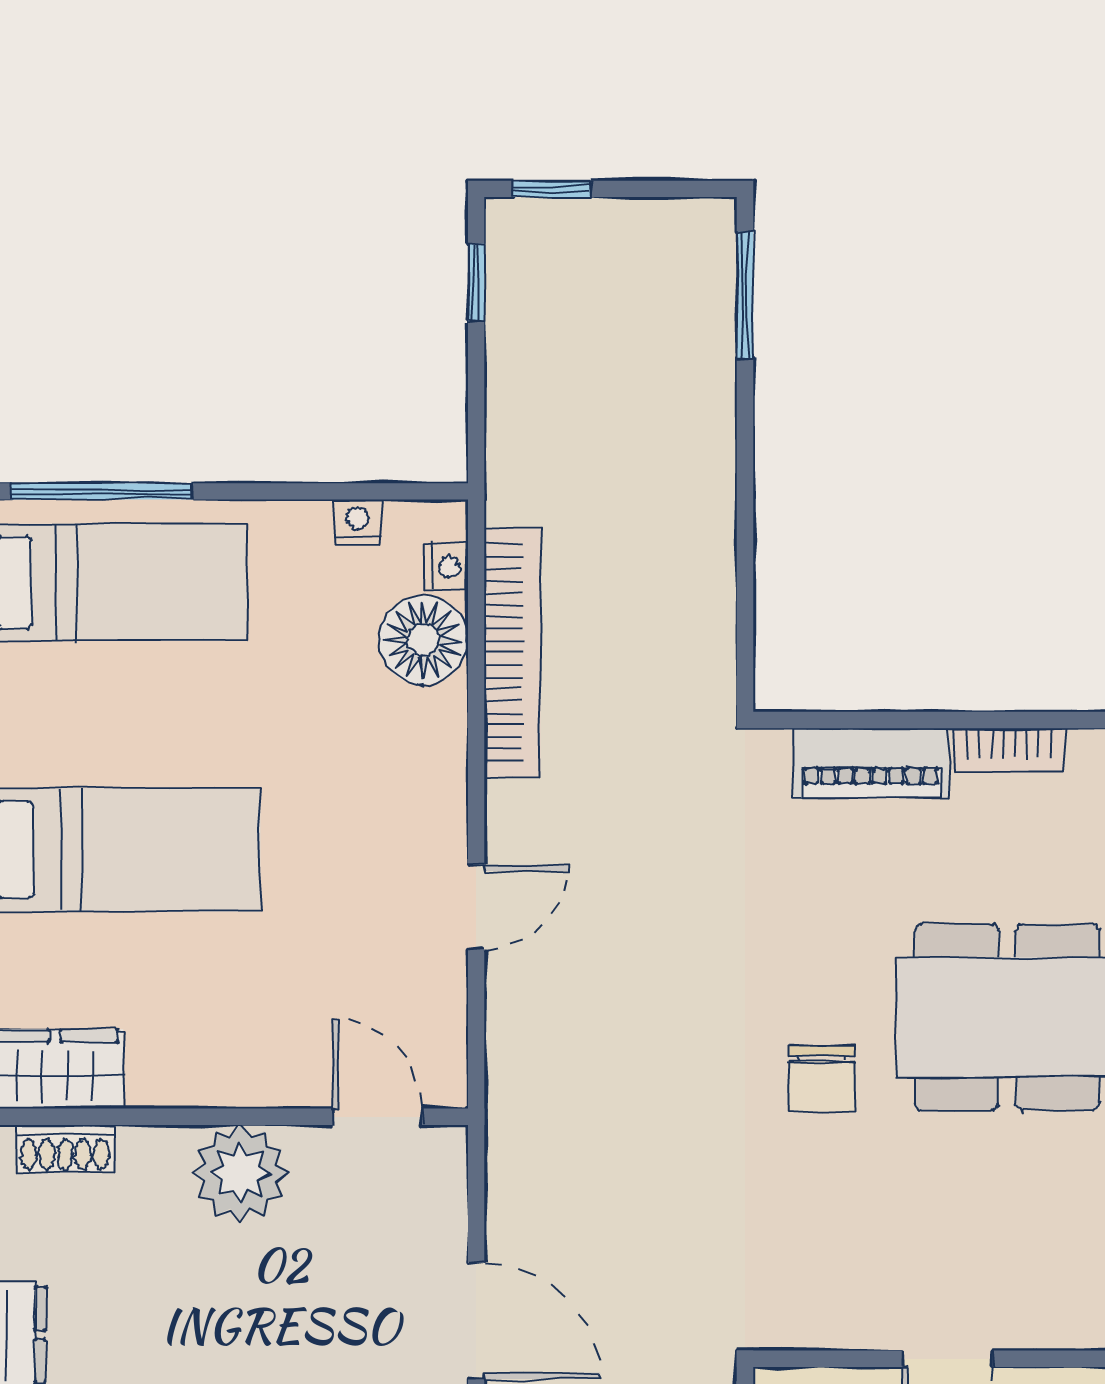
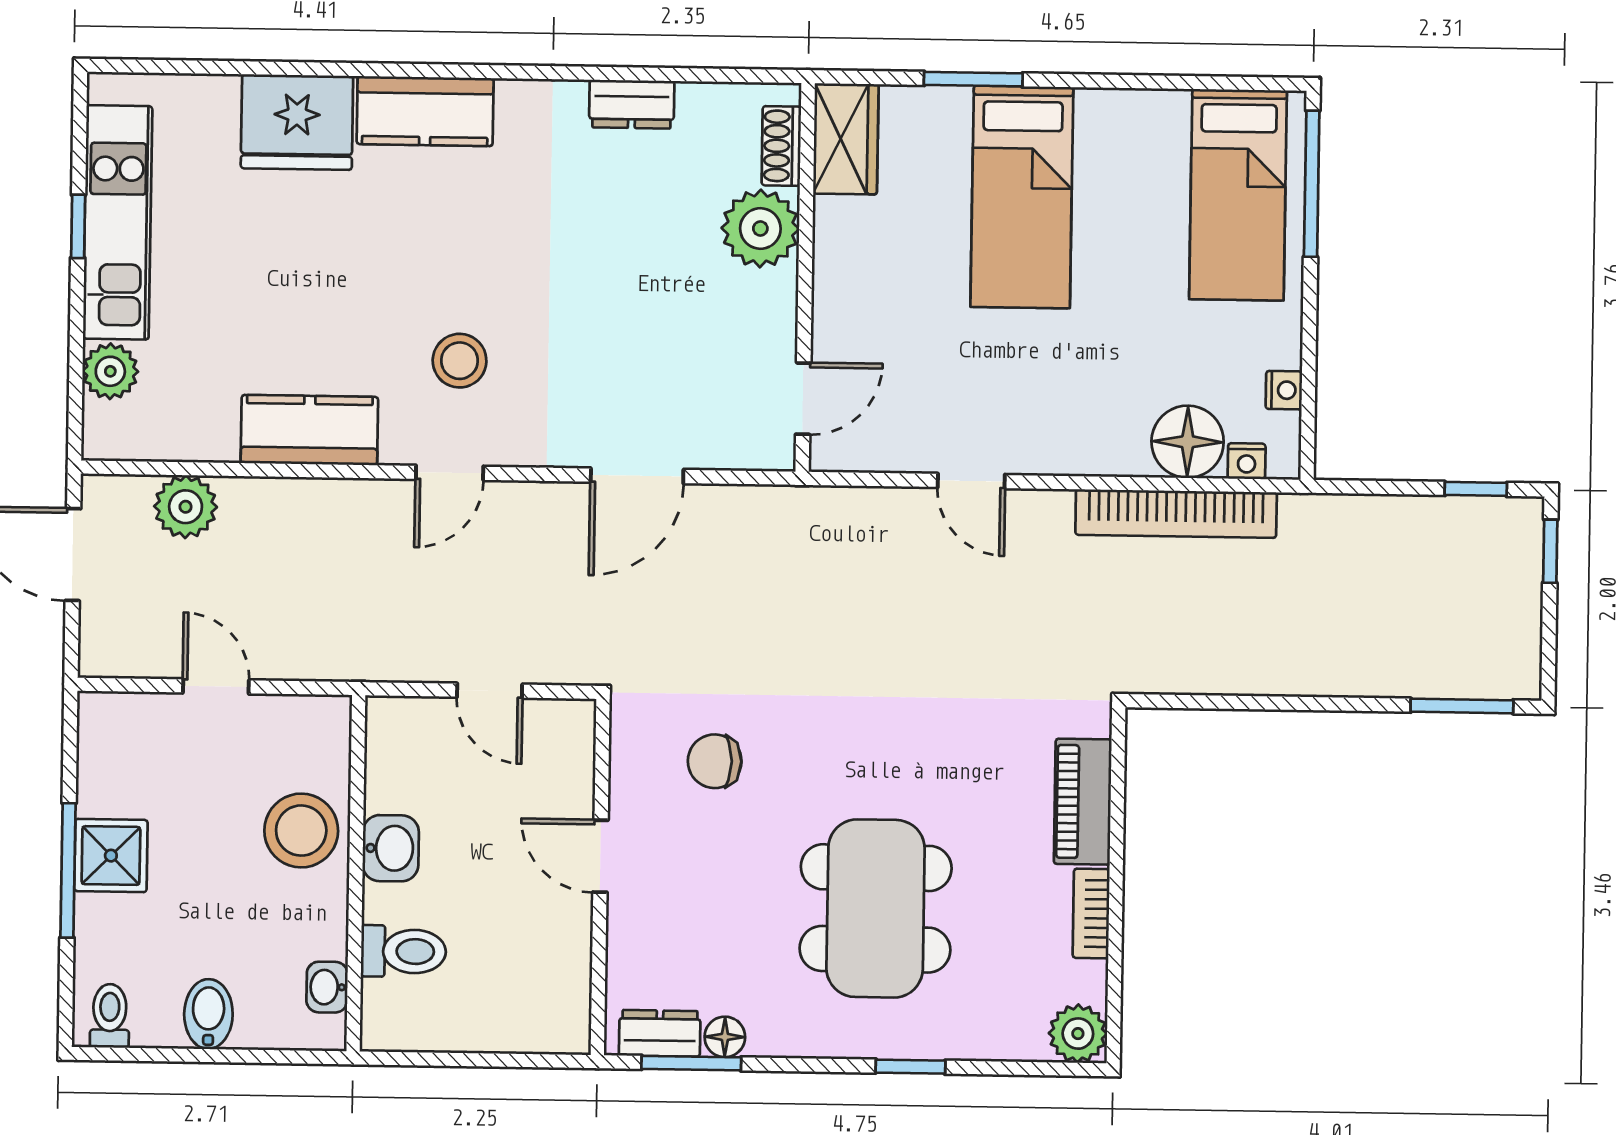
chair: (822, 1078) -> (715, 761), moved
plant: (240, 1173) -> (760, 228), moved

